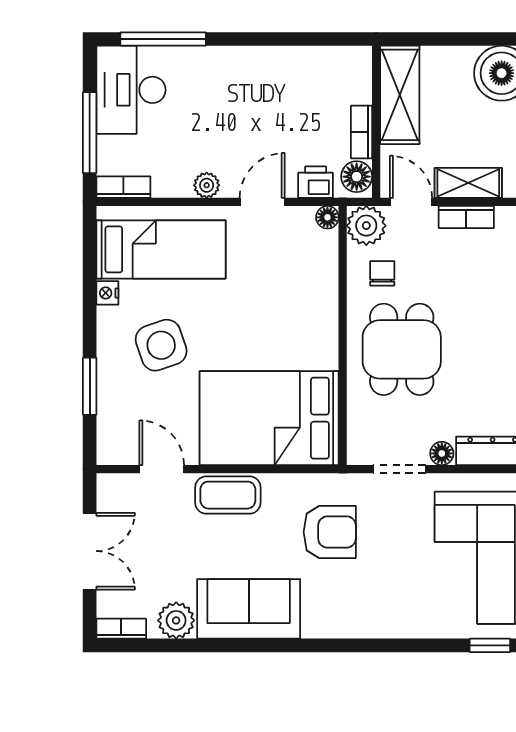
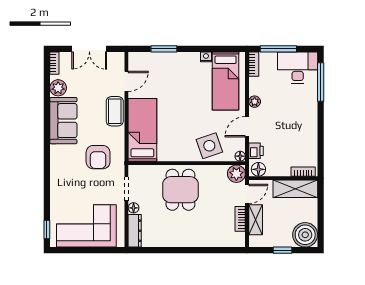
bookcase: (361, 132) -> (303, 172), moved
door: (262, 202) -> (247, 127), swing flipped
chair: (382, 273) -> (215, 181), removed
side table: (161, 345) -> (209, 146), moved
dining table: (402, 349) -> (180, 190), turned 90
bed: (269, 418) -> (142, 130), width x0.67

